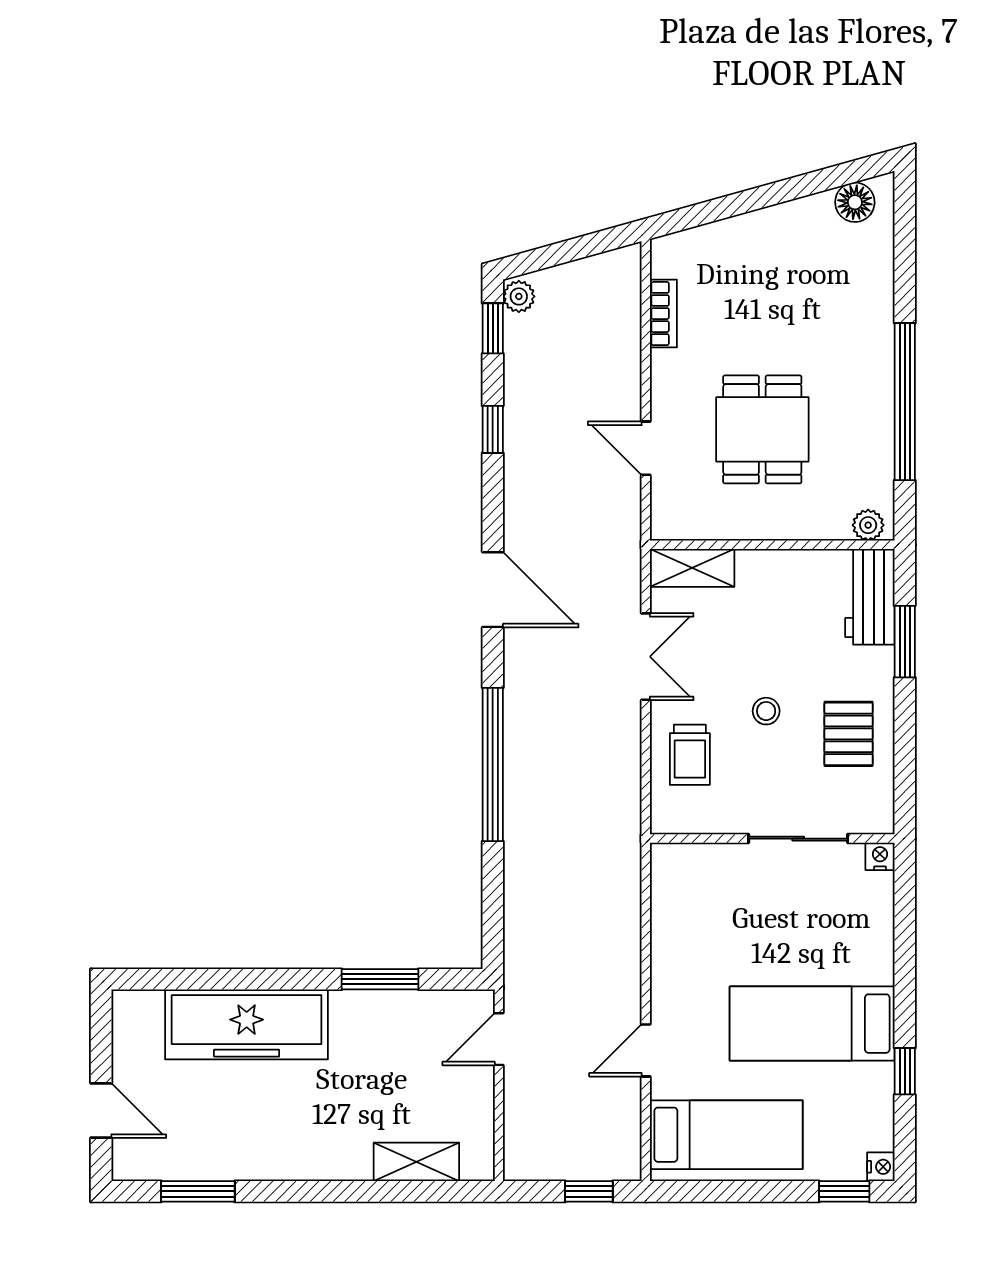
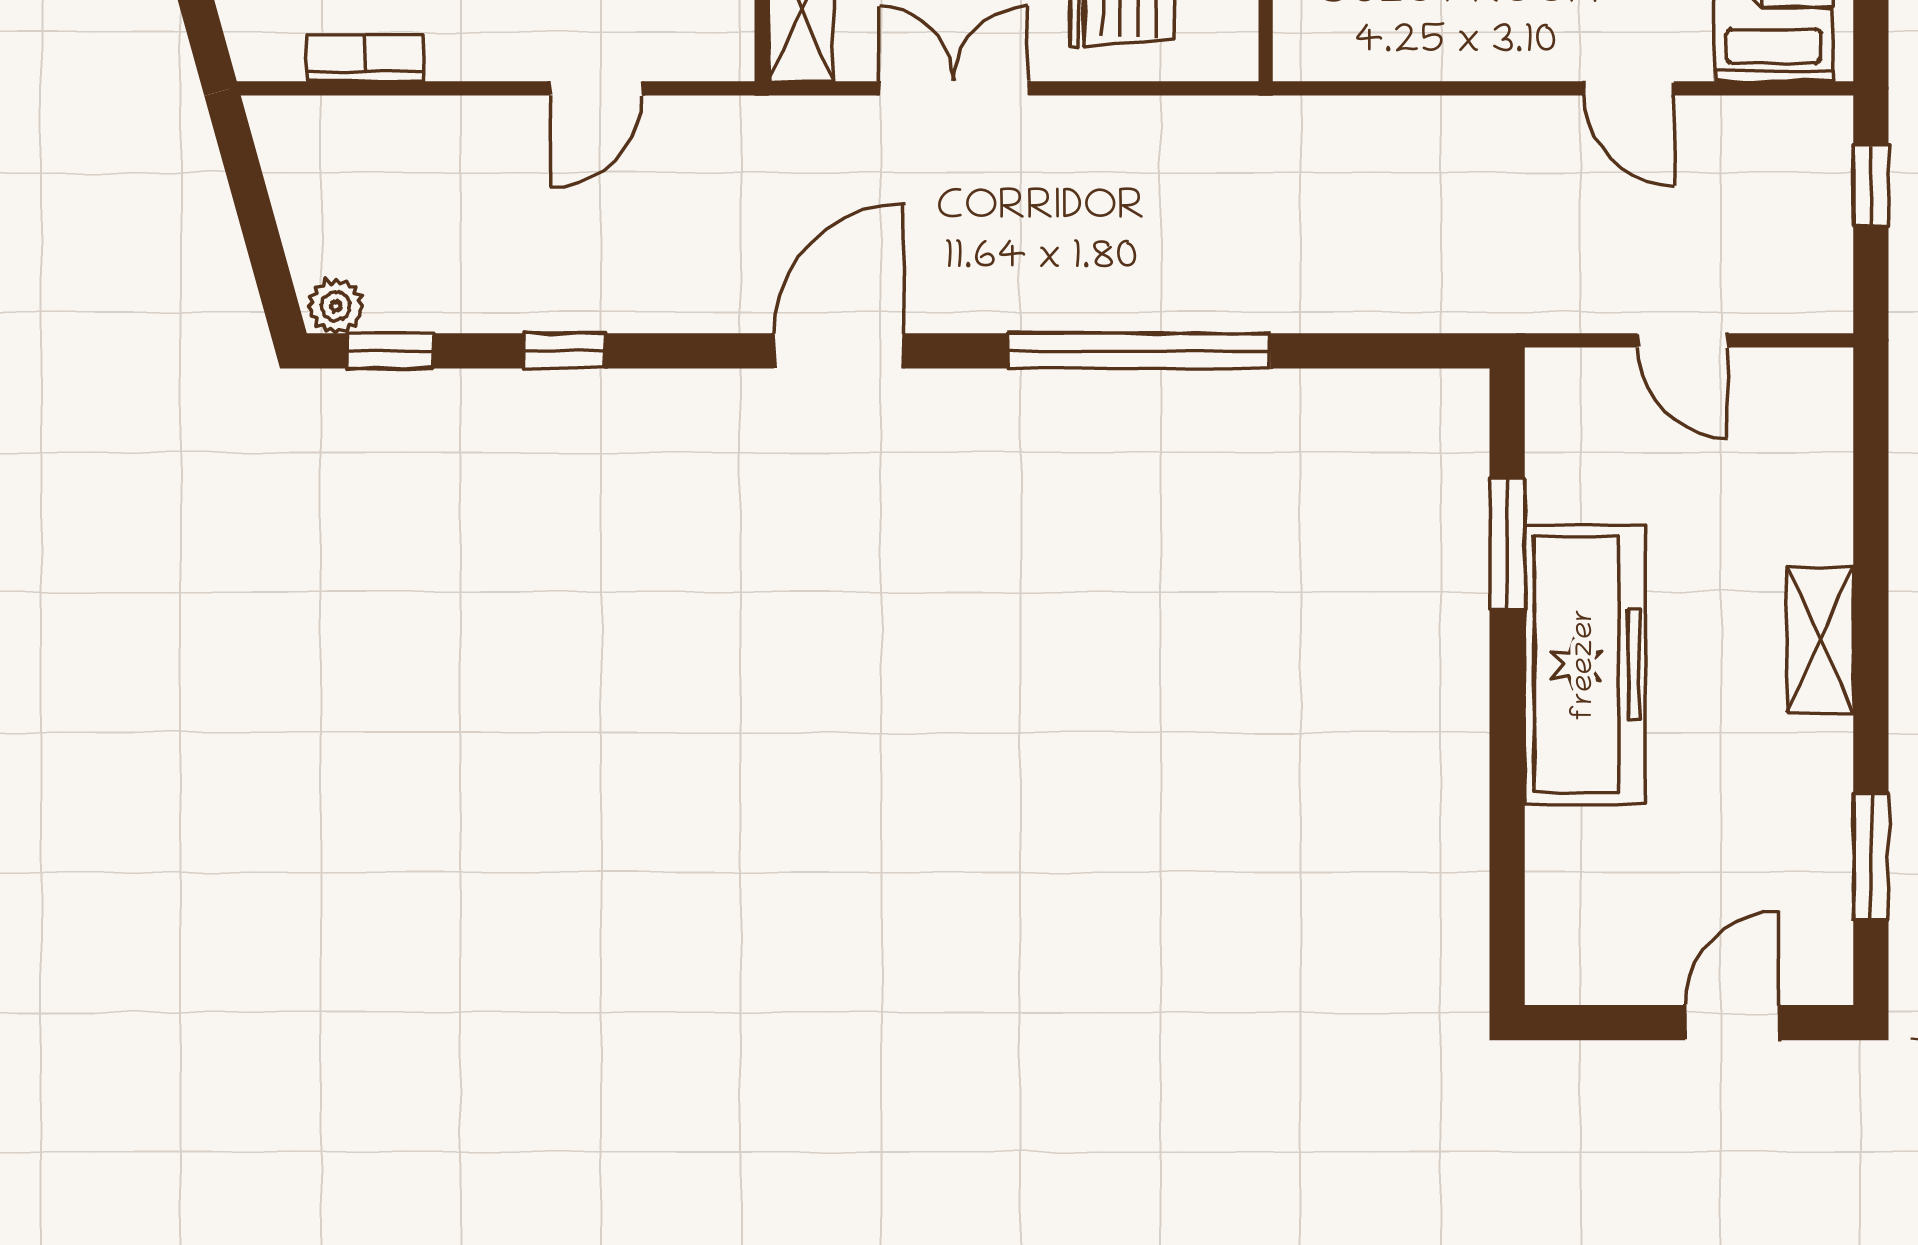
freezer: (247, 1024) -> (1585, 665), moved
door: (499, 1039) -> (1682, 340), moved
shelving: (416, 1162) -> (1820, 640), moved

